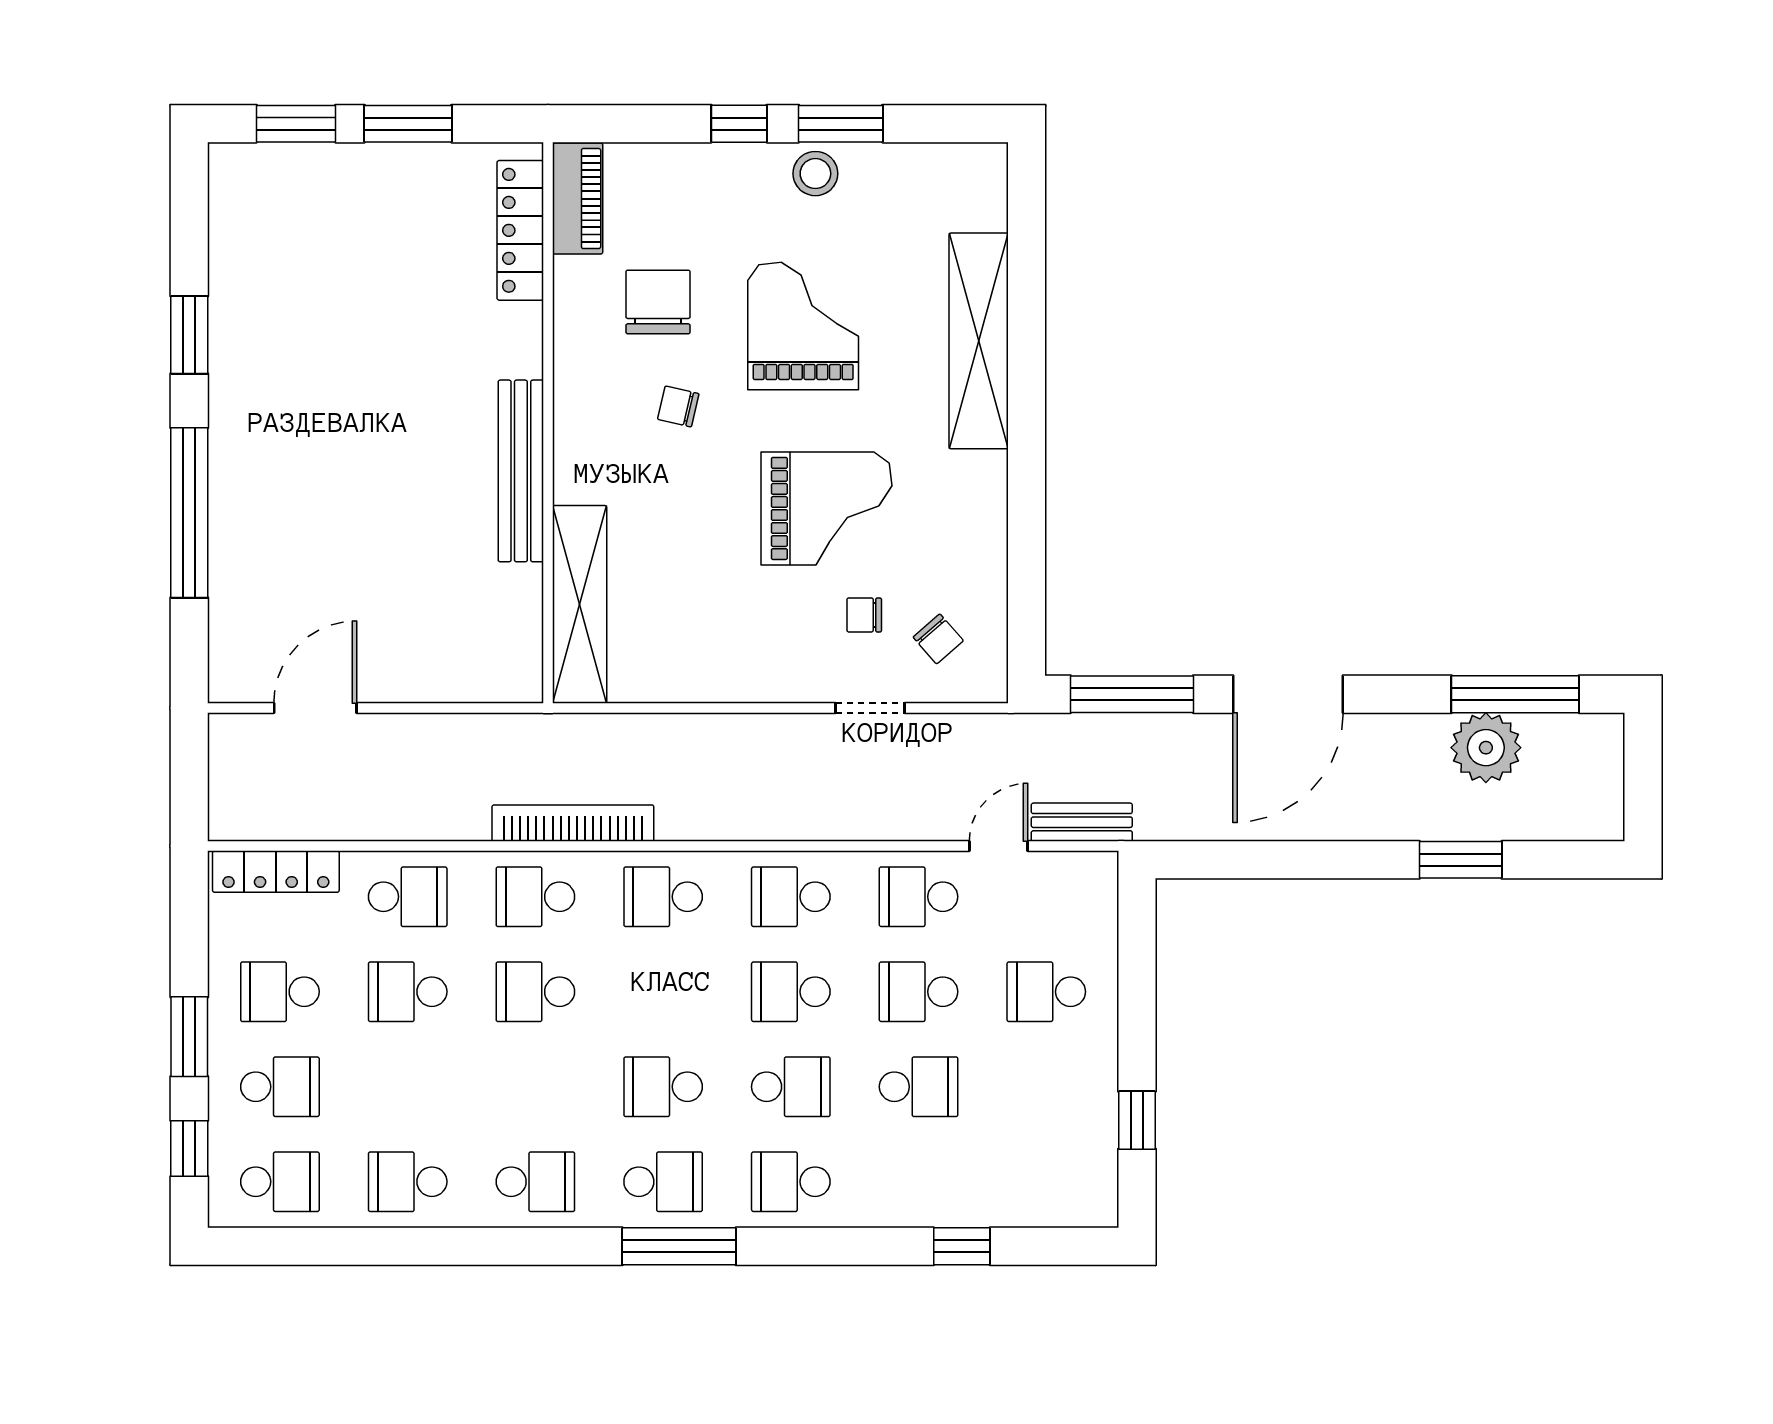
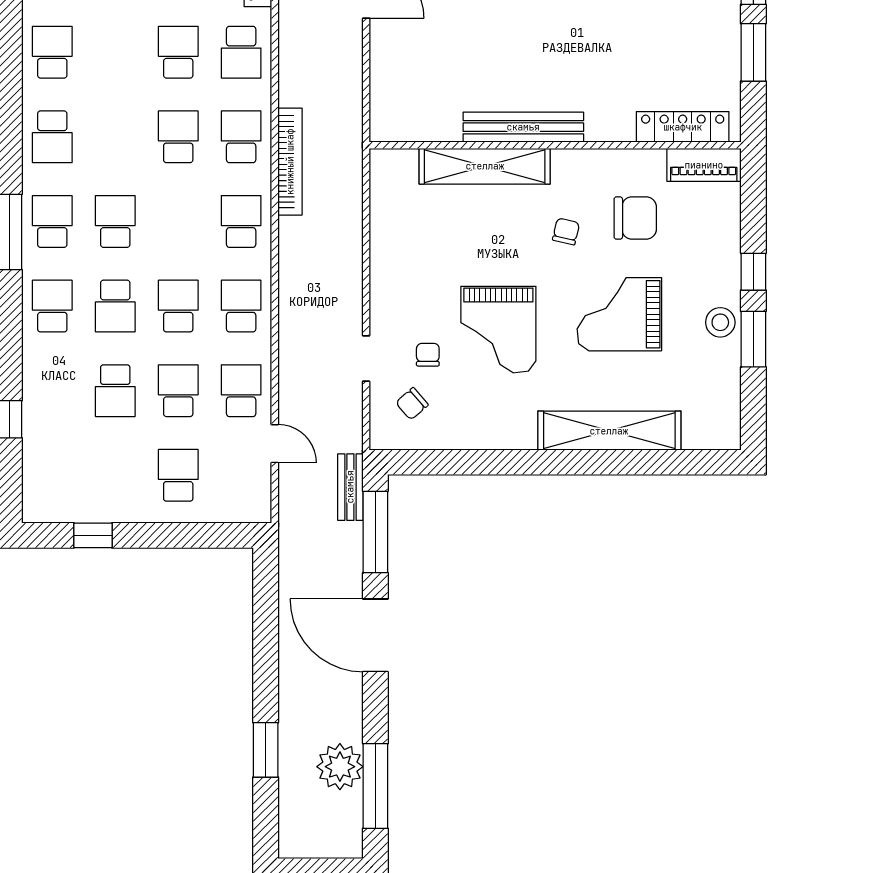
grand piano: (803, 326) -> (619, 314), turned 180
shelving: (580, 604) -> (485, 166), moved
bench: (1082, 822) -> (350, 487), moved
school desk: (663, 1182) -> (52, 221), turned 180

